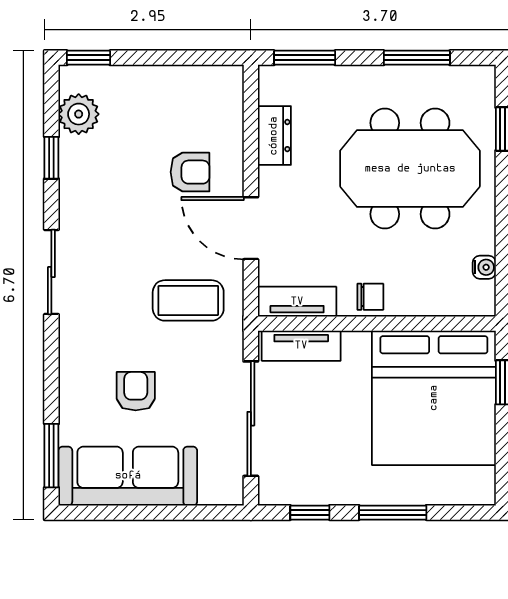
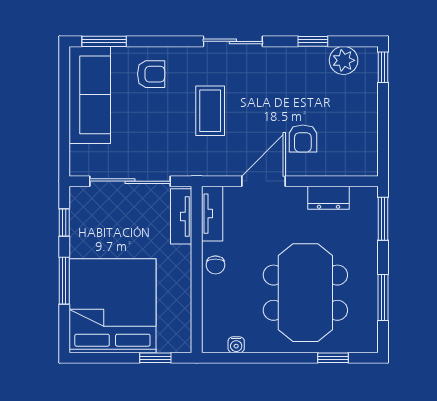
coffee table: (188, 300) -> (210, 111), moved
armchair: (136, 391) -> (151, 74), moved
bed: (434, 398) -> (112, 306), moved, turned 90

